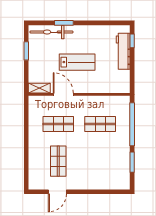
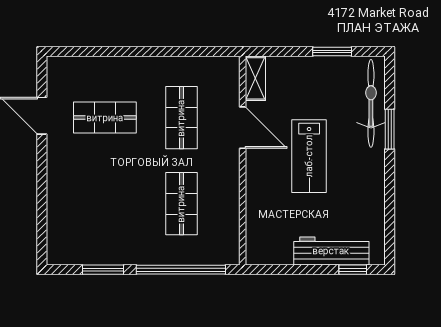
door: (63, 94) -> (243, 128), hinge flipped

